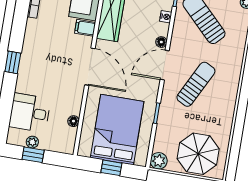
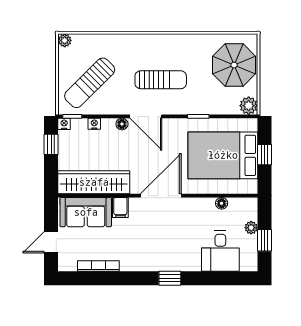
sun lounger: (196, 84) -> (161, 80), turned 153
plant: (32, 142) -> (251, 228), moved

